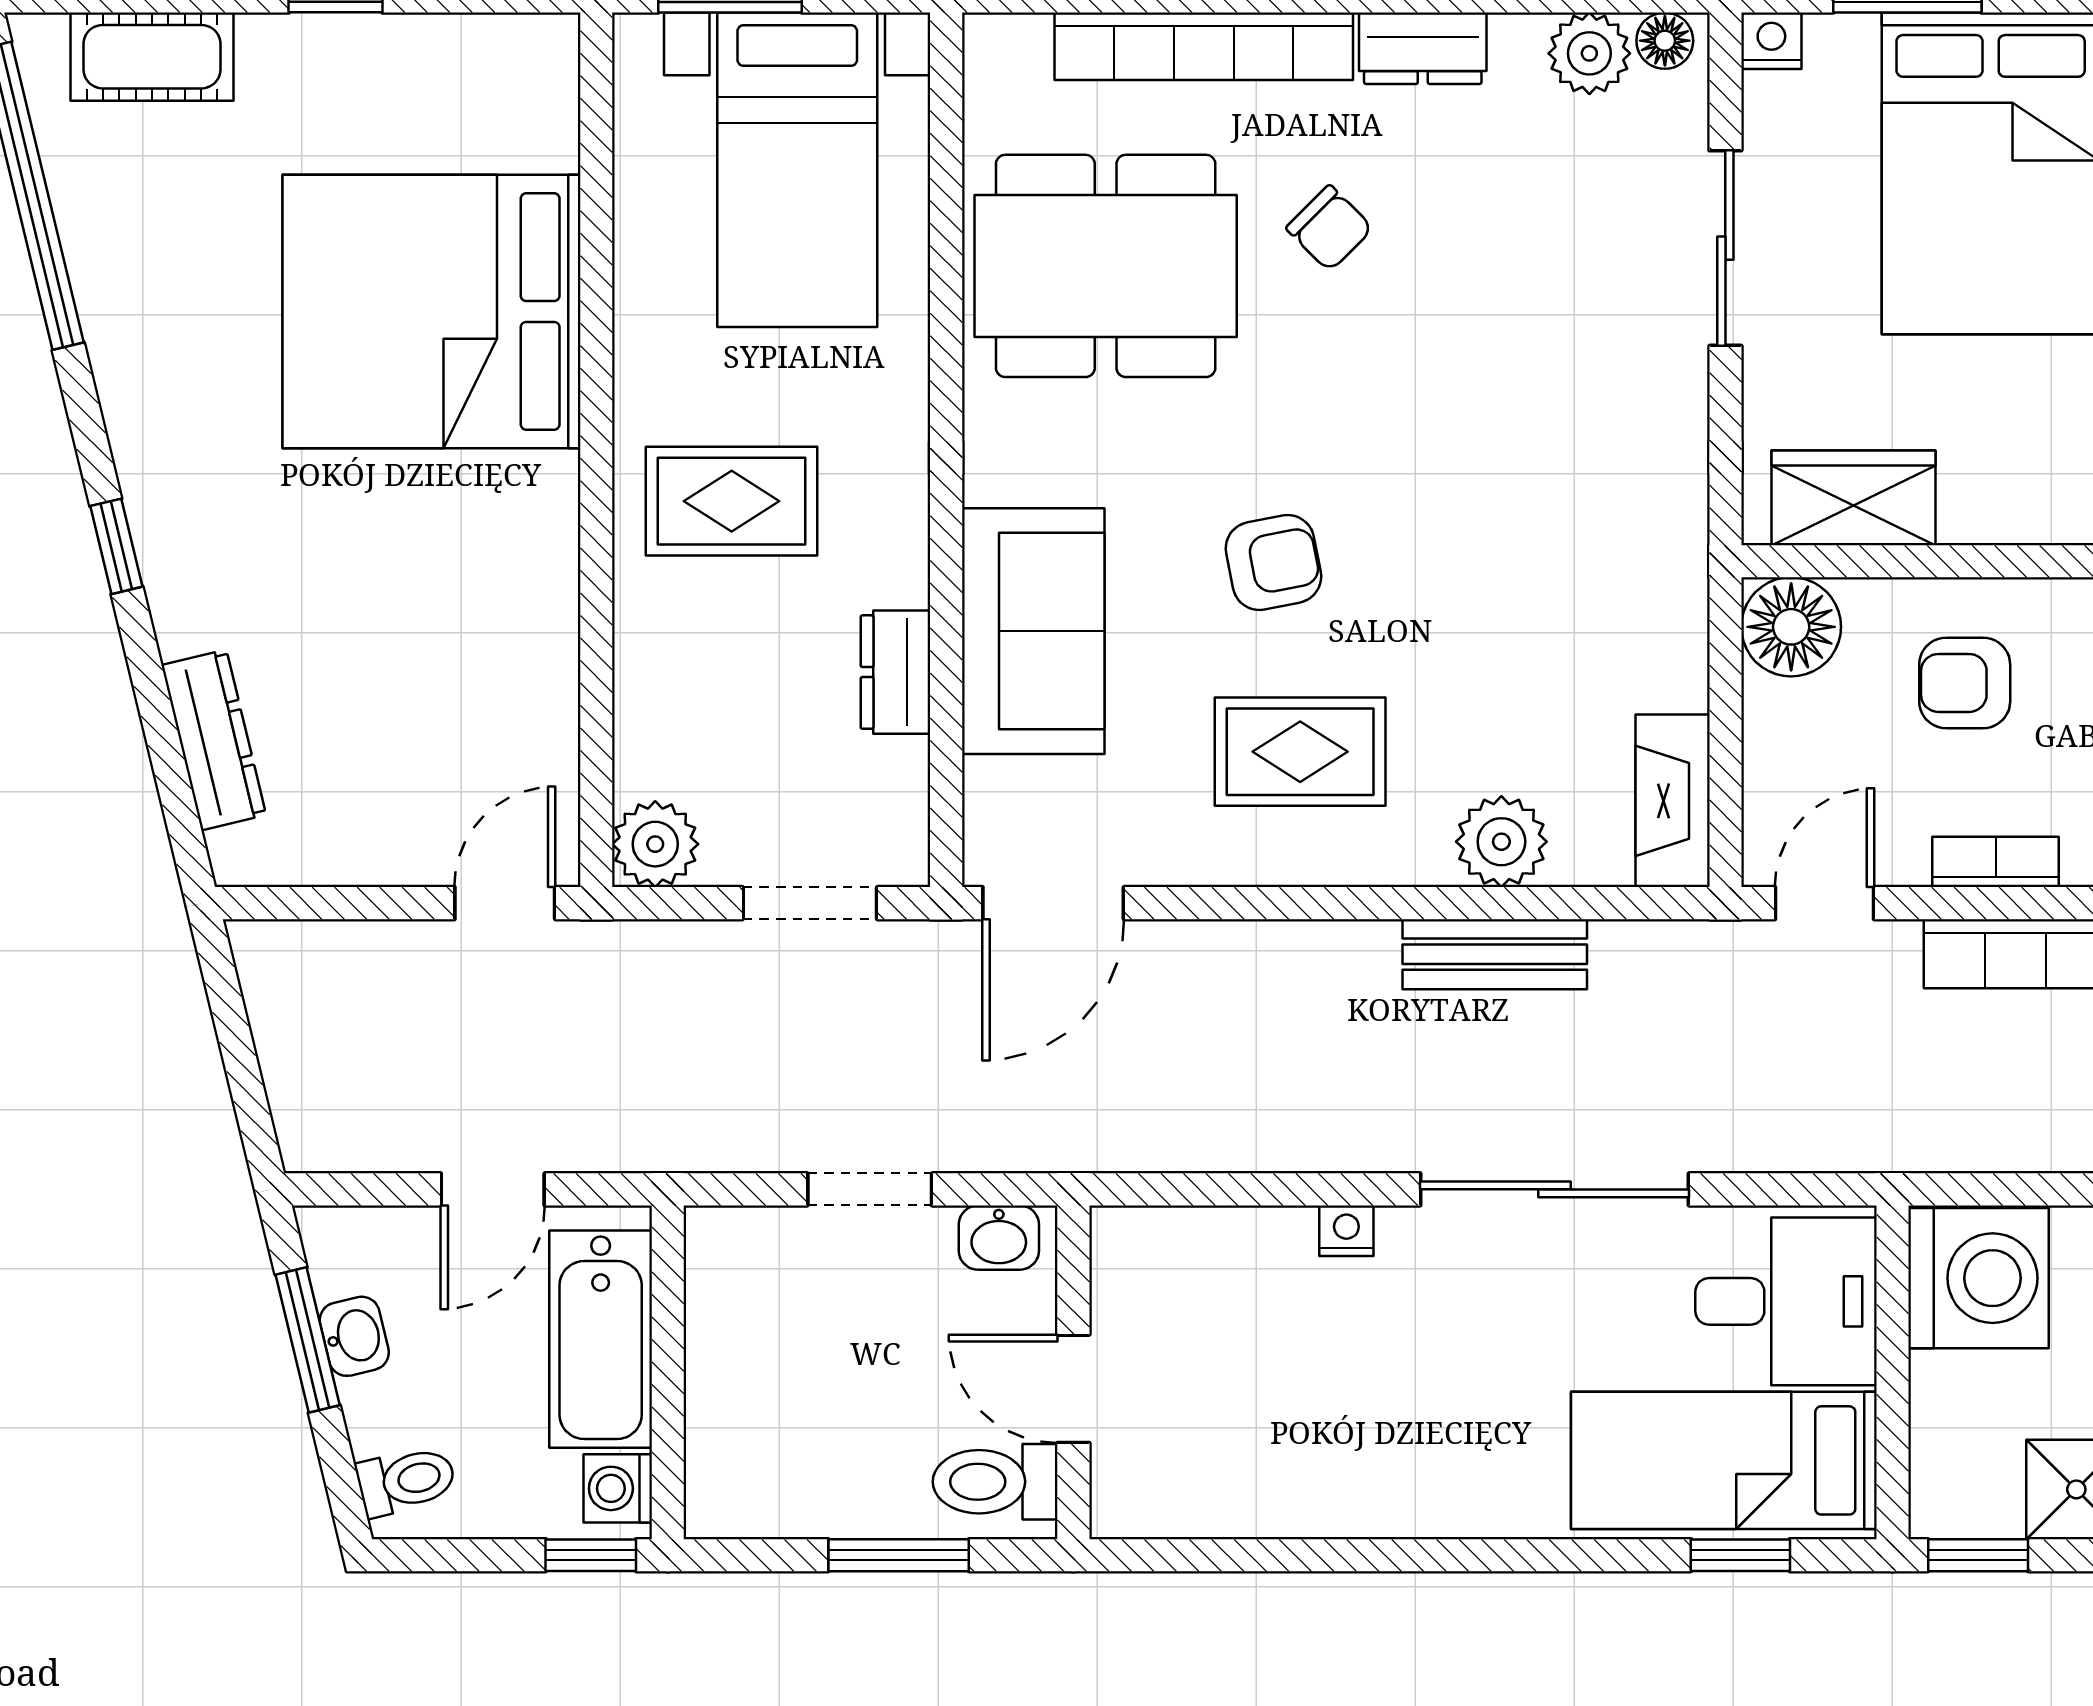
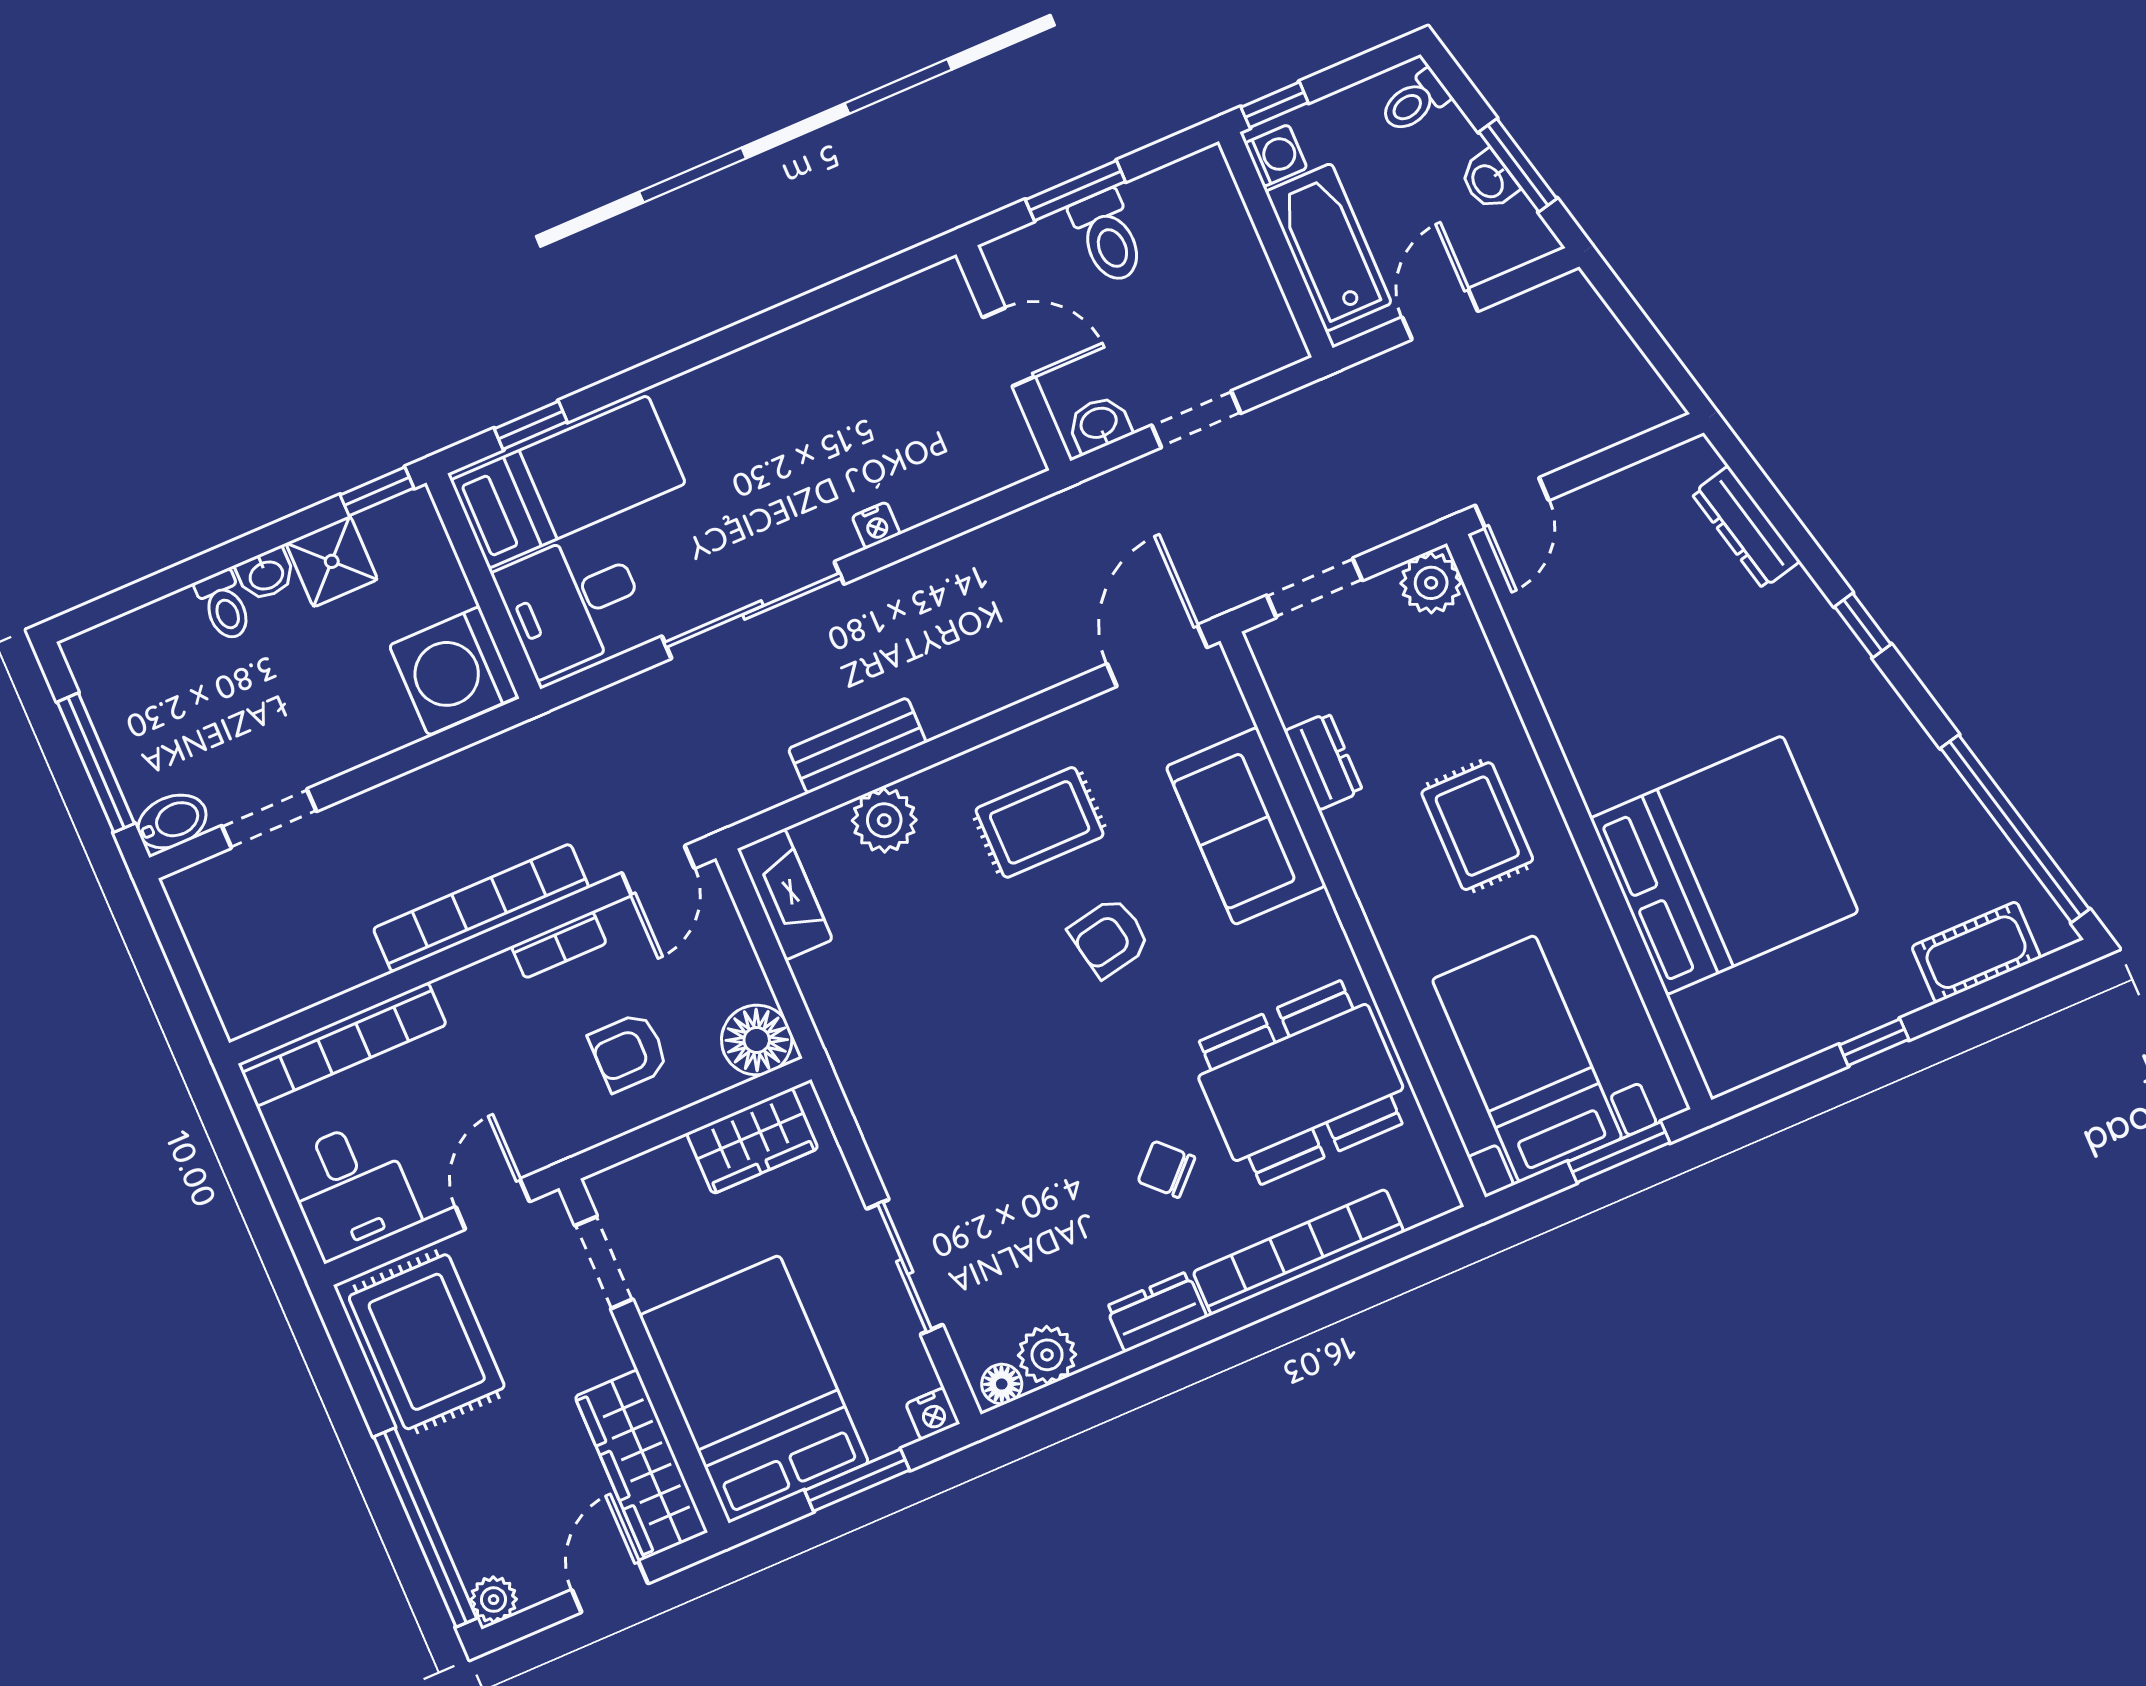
rug: (732, 501) -> (1477, 826), turned 90
armchair: (1965, 683) -> (629, 1052), turned 180
toilet: (995, 1482) -> (1108, 237), moved, turned 90

